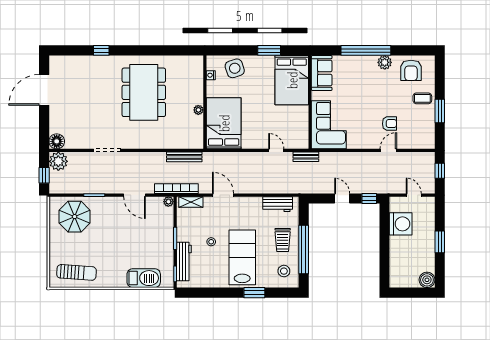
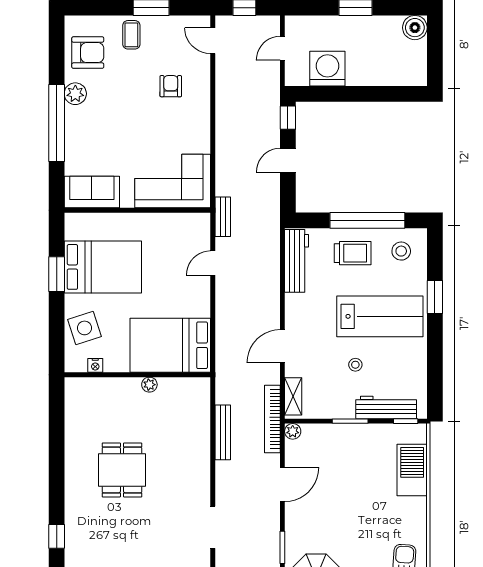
bed: (292, 80) -> (103, 267), moved
dining table: (144, 92) -> (122, 470), width x0.53, depth x0.80
door: (388, 150) -> (213, 41), moved
bench: (184, 157) -> (223, 432), moved
workbench: (278, 204) -> (297, 261), width x1.38
lab bench: (242, 257) -> (380, 316), turned 180

